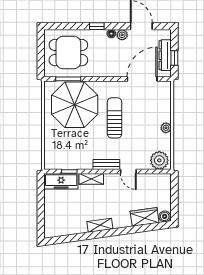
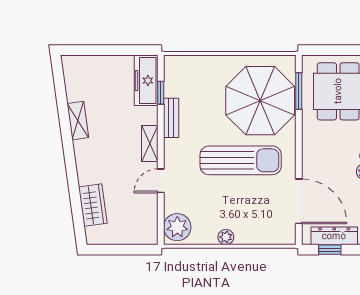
sun lounger: (115, 118) -> (241, 160), width x1.36, depth x1.34
bench: (106, 164) -> (171, 118), moved
shelving: (91, 179) -> (150, 143), moved
boiler: (165, 216) -> (94, 235), removed
shelving: (100, 225) -> (78, 121), moved

